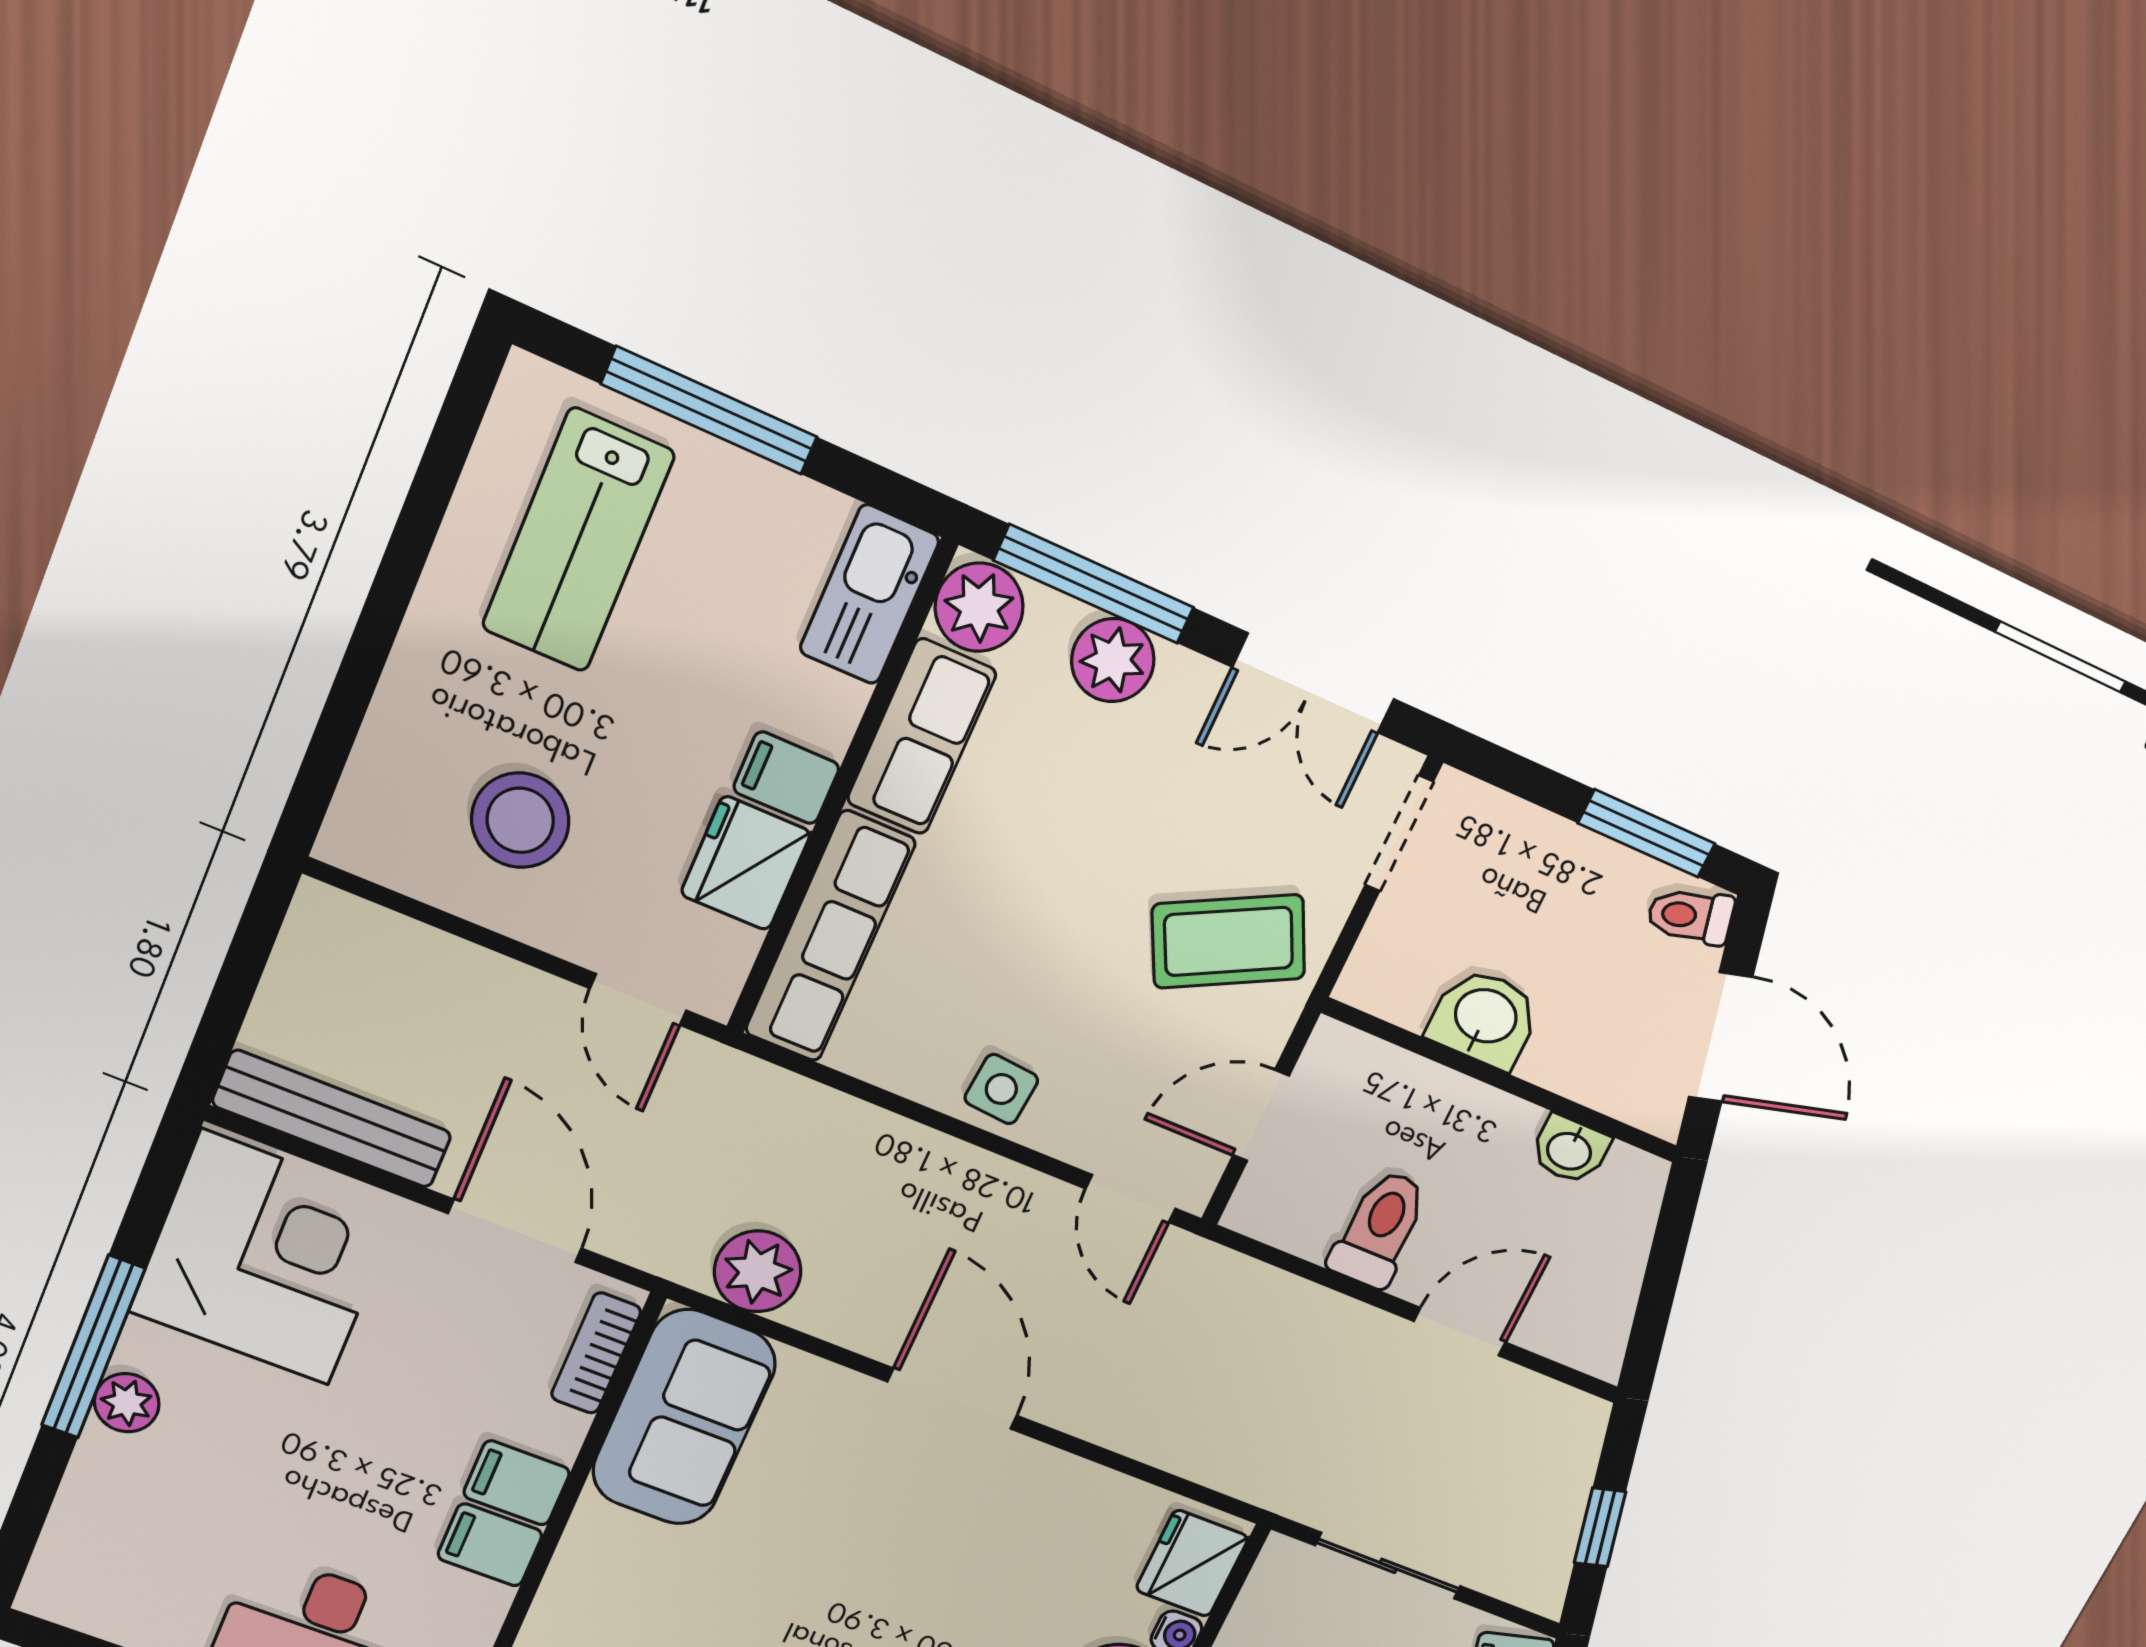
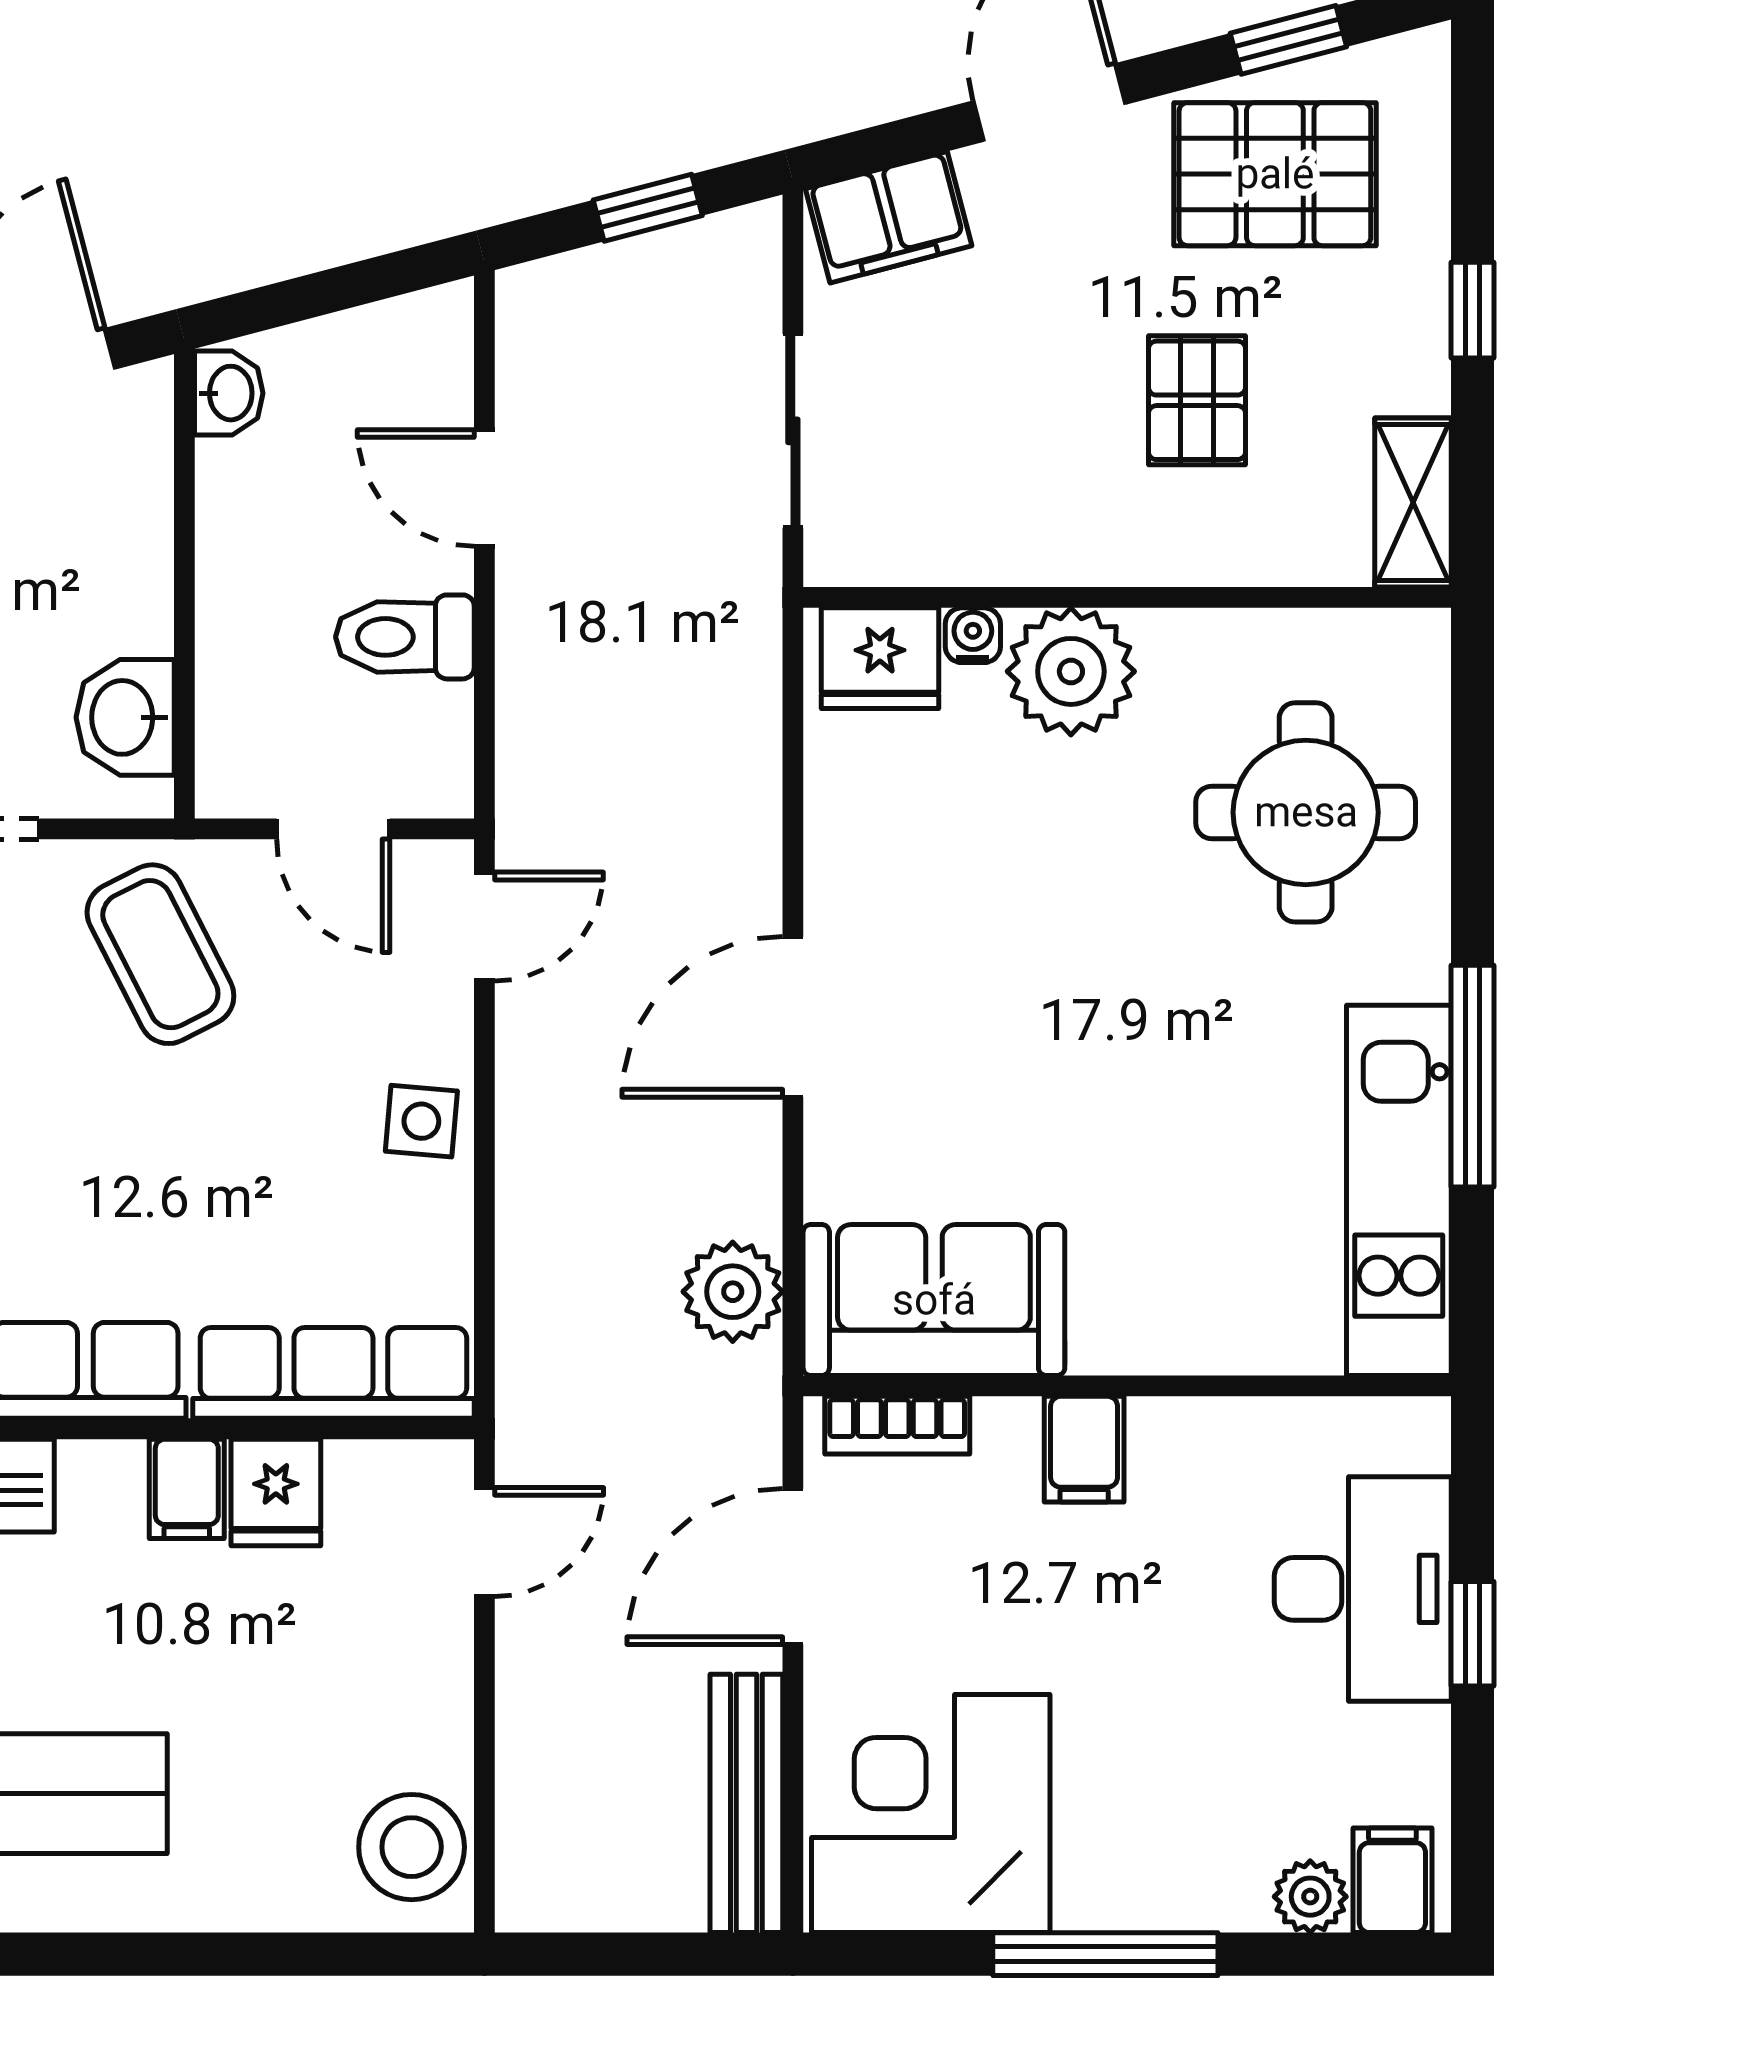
stool: (520, 820) -> (412, 1847), moved
fridge: (746, 863) -> (276, 1492), width x0.72
washbasin: (1485, 1018) -> (125, 717), moved
washbasin: (1570, 1150) -> (229, 393), moved
plant: (127, 1403) -> (1310, 1897), moved
filing cabinet: (490, 1545) -> (1392, 1880), moved, turned 180

